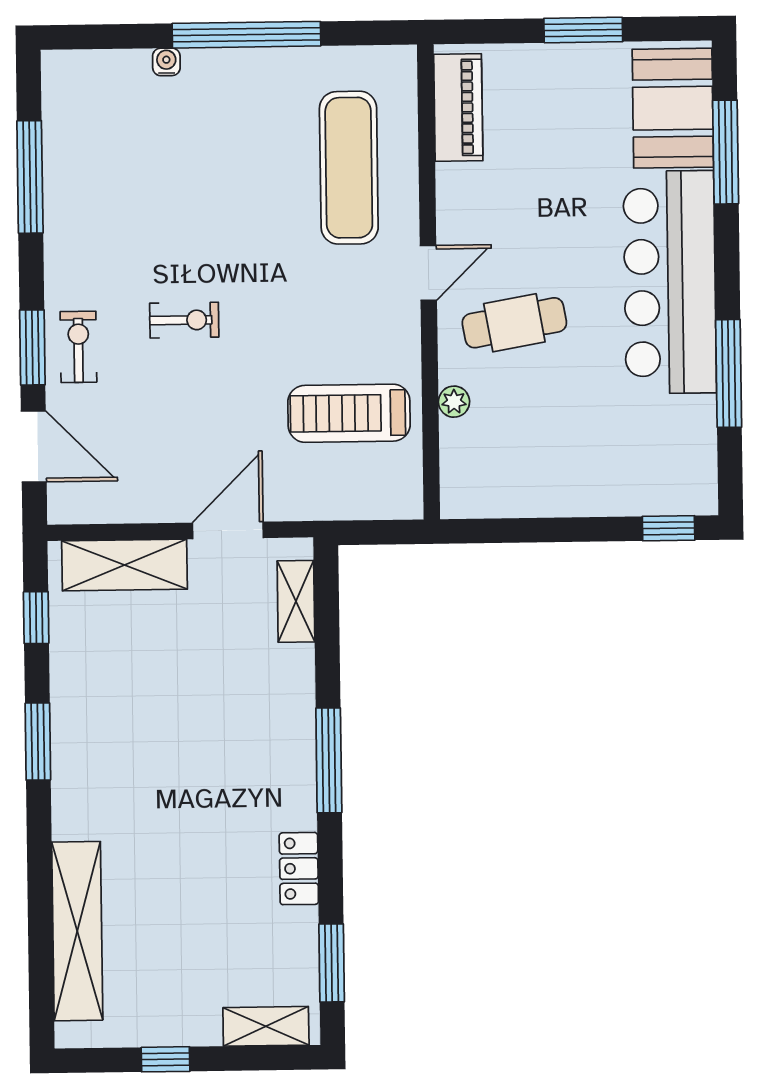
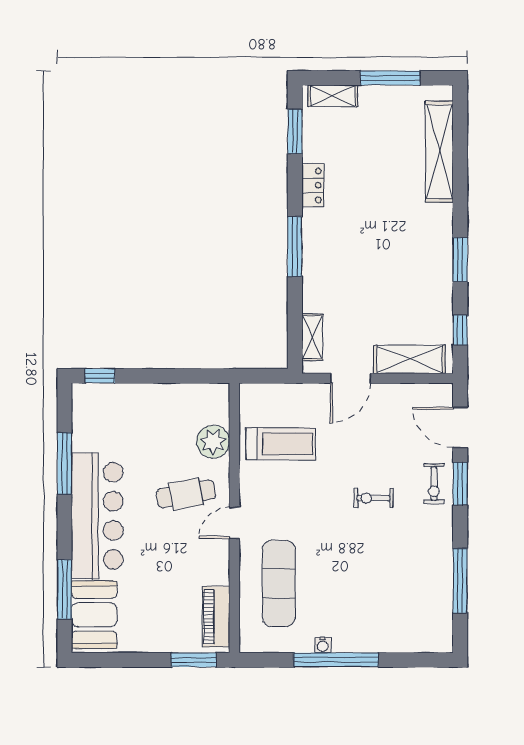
window: (583, 30) -> (194, 660), moved
water cooler: (166, 62) -> (323, 645), moved
plant: (454, 402) -> (213, 442), width x1.88, depth x1.88
window: (166, 1059) -> (390, 78), width x2.17

